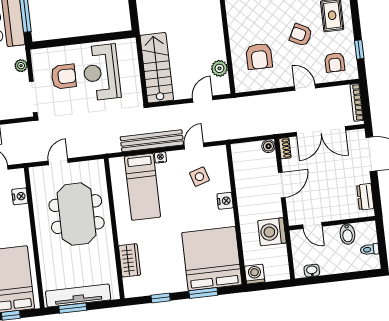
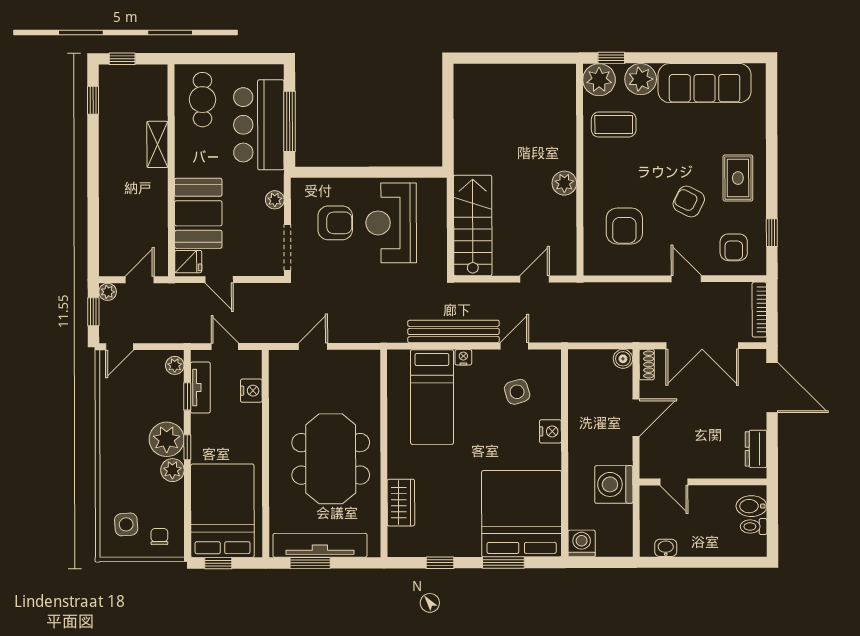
plant: (219, 68) -> (564, 183), moved
meeting table: (77, 214) -> (331, 459), moved
bidet: (347, 234) -> (751, 506), moved, turned 90

